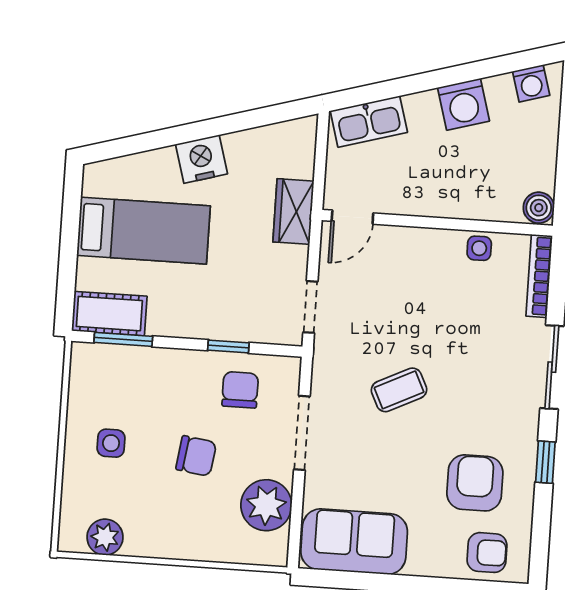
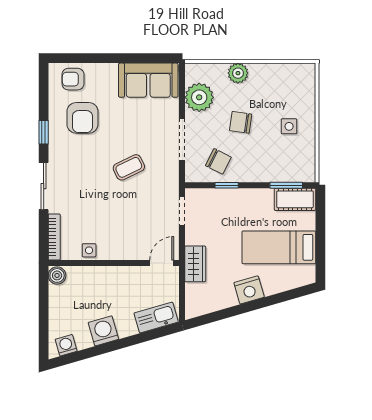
chair: (240, 390) -> (218, 161), turned -63
plant: (105, 537) -> (238, 73), moved

